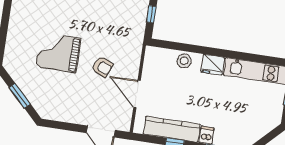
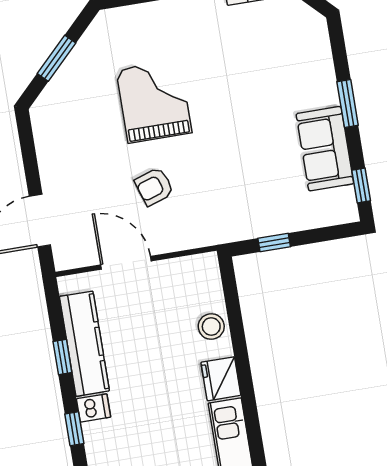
armchair: (102, 67) -> (154, 187), turned 48
door: (137, 94) -> (126, 263), hinge flipped

